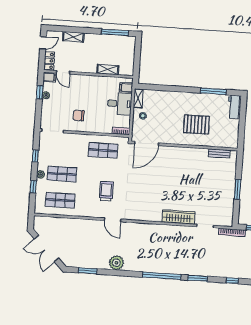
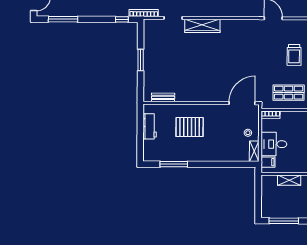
workbench: (235, 107) -> (150, 126), moved
trolley: (106, 191) -> (294, 55), moved

